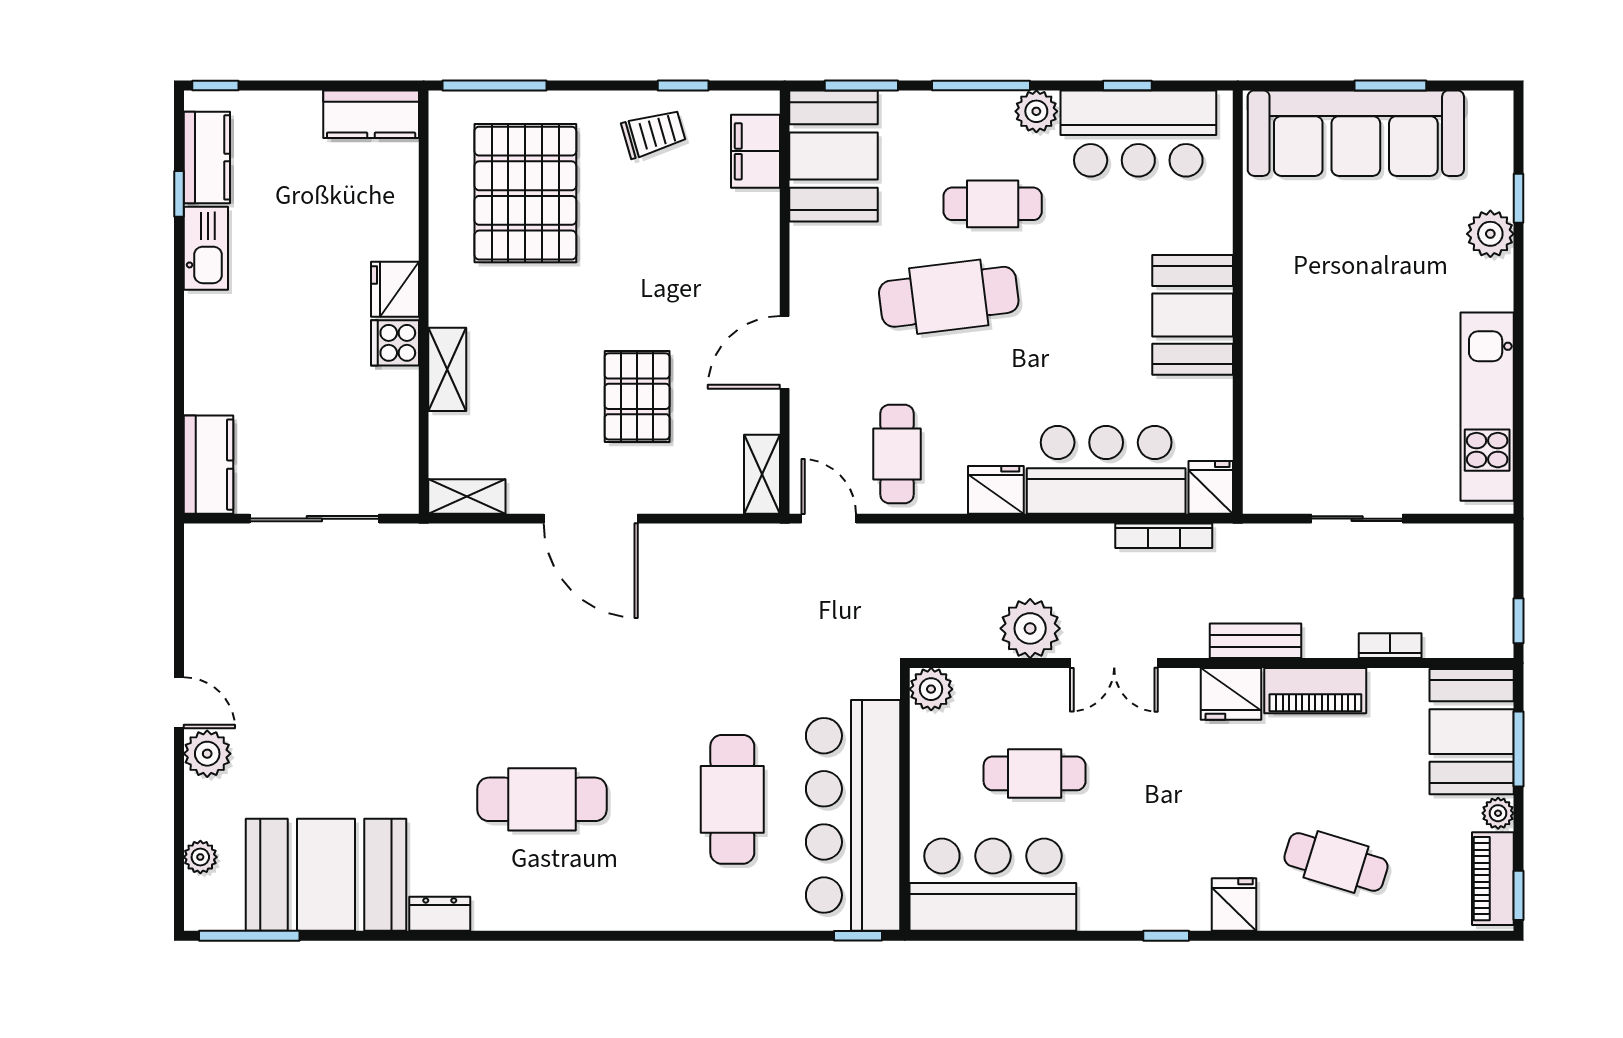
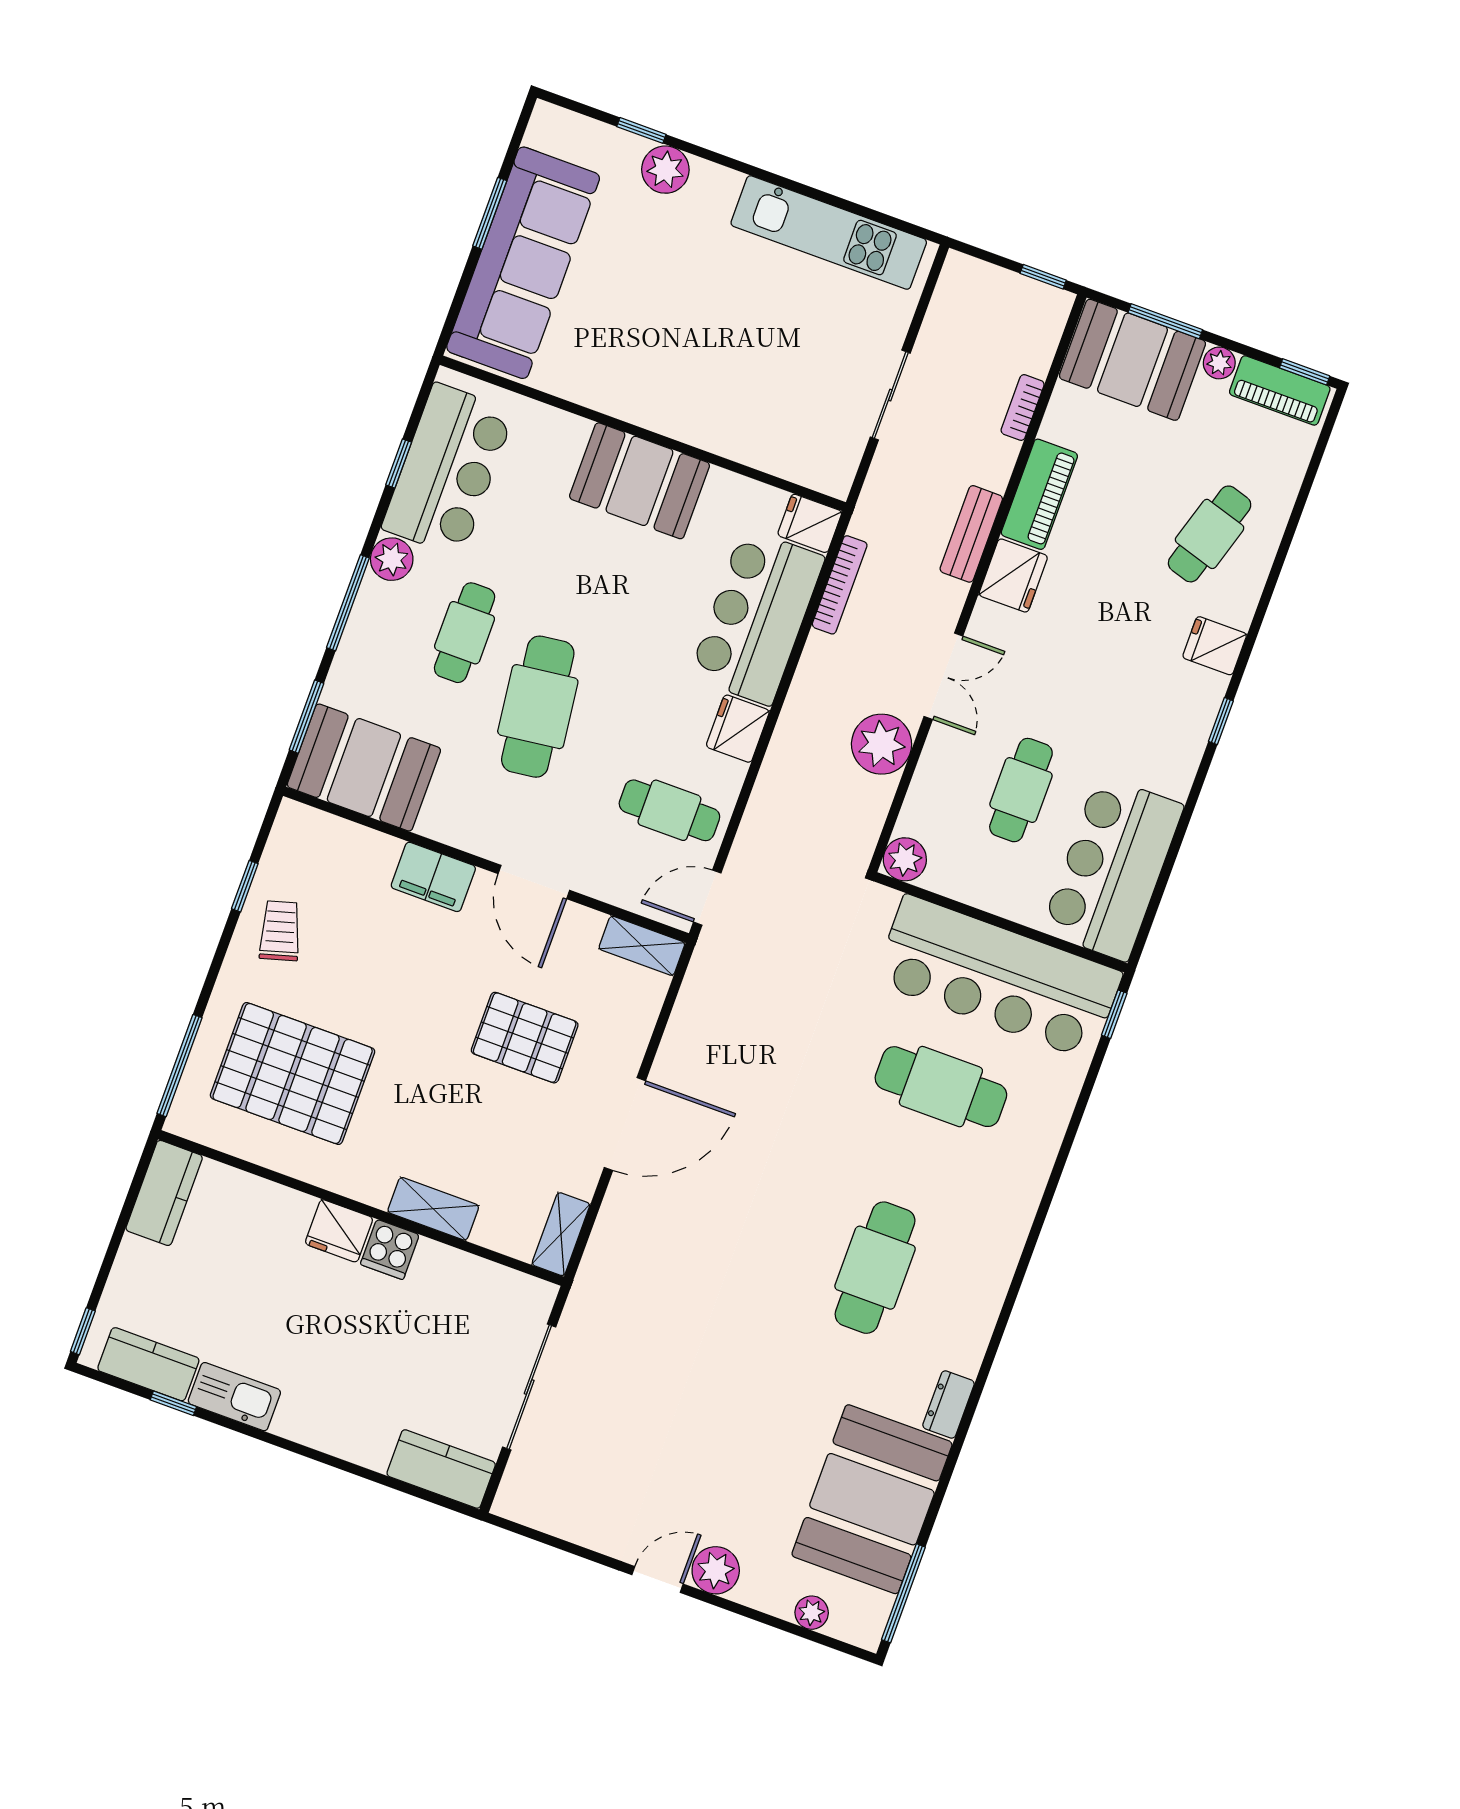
filing cabinet: (755, 151) -> (433, 877), moved

